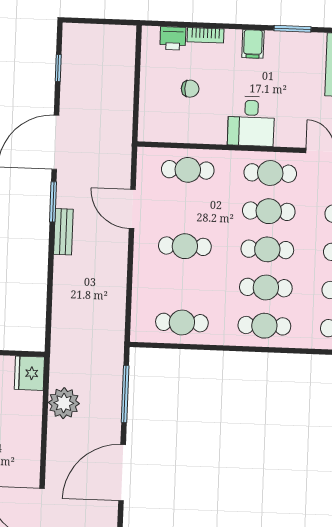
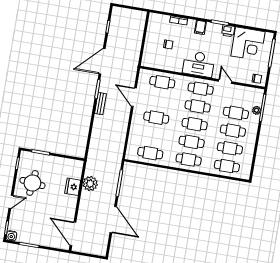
printer: (173, 38) -> (228, 31), moved
desk: (251, 121) -> (199, 64), width x1.37
fridge: (29, 373) -> (73, 187), moved
door: (122, 473) -> (113, 220), swing flipped

